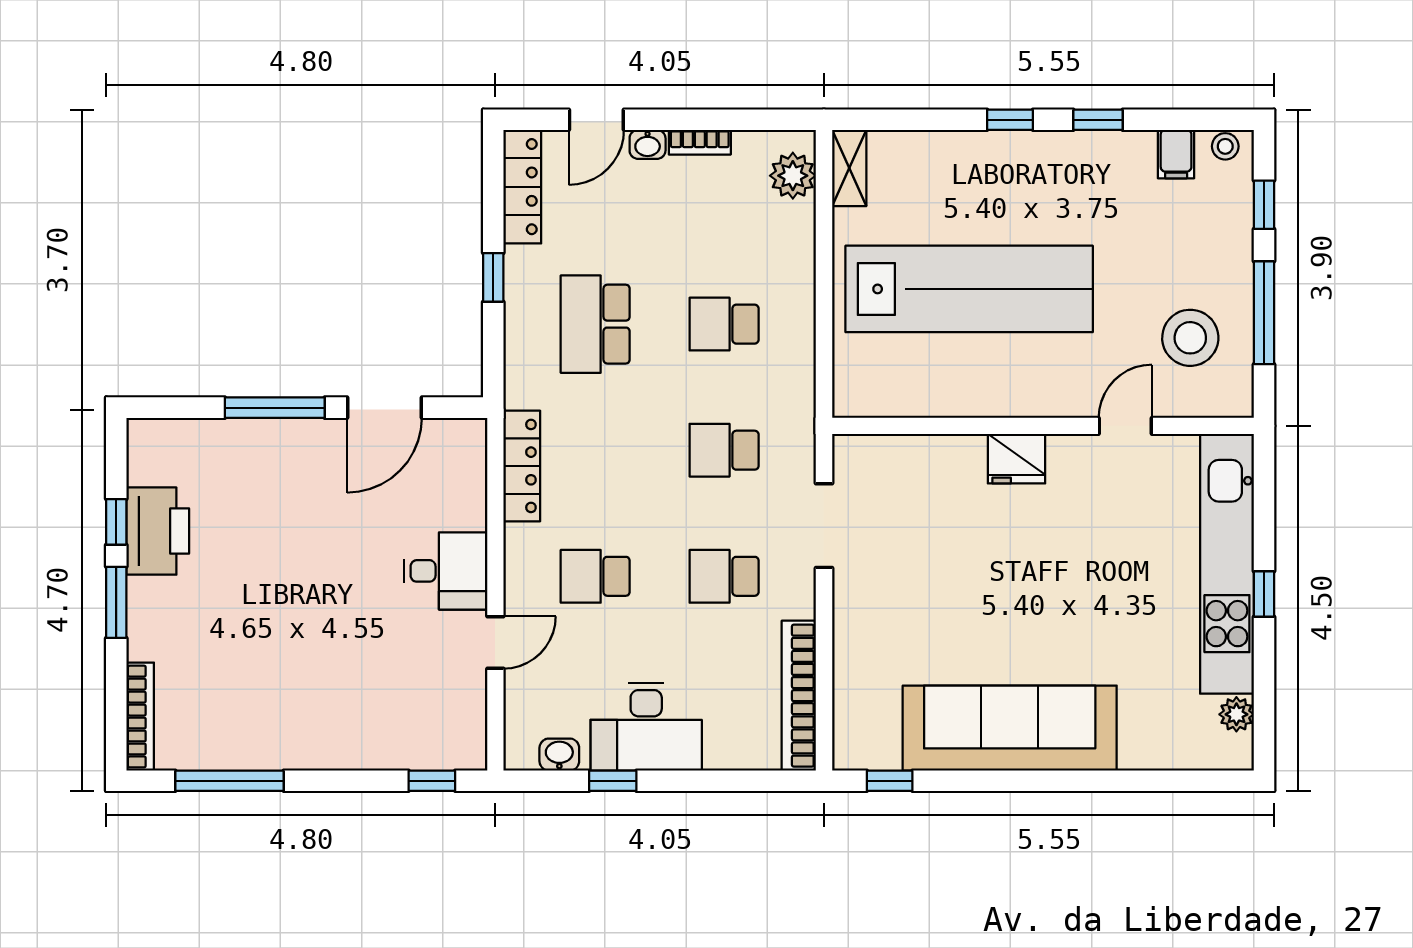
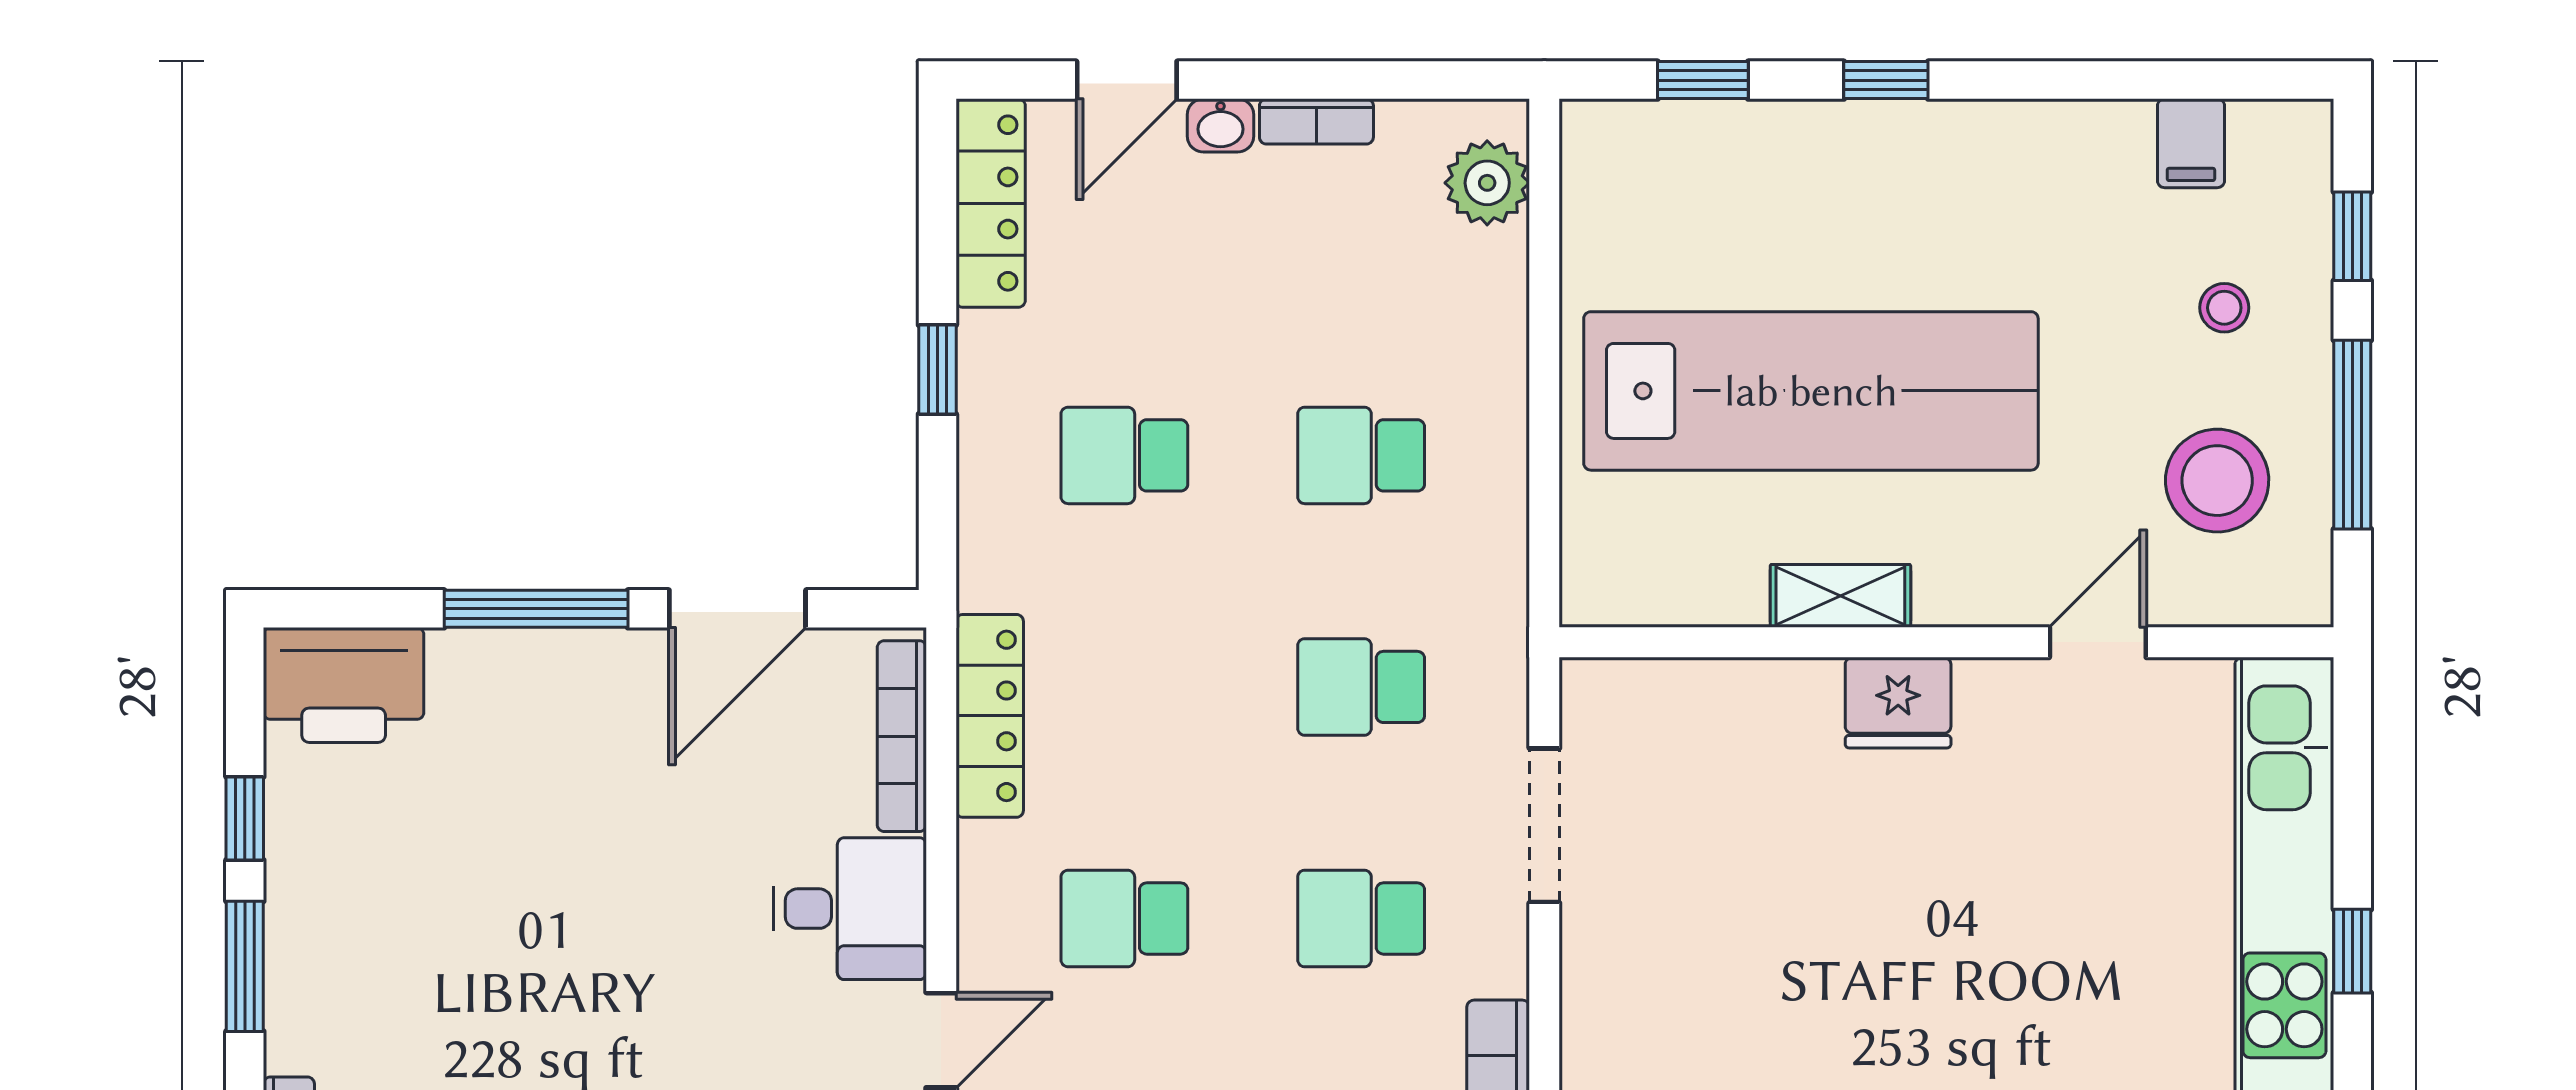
window: (1098, 120) -> (1703, 80), moved
stool: (1225, 146) -> (2224, 308), moved
shelving: (849, 168) -> (1840, 596), moved, turned 90
school desk: (595, 324) -> (1124, 455), width x0.54
bookcase: (474, 477) -> (902, 736), added
printer: (158, 531) -> (344, 685), moved, turned 90

